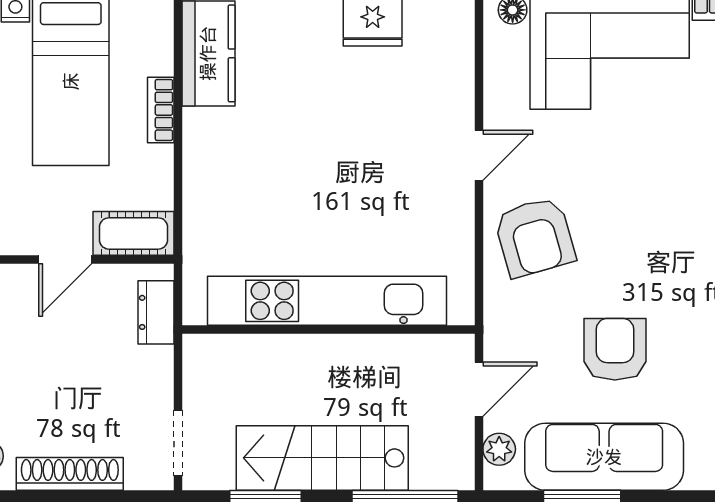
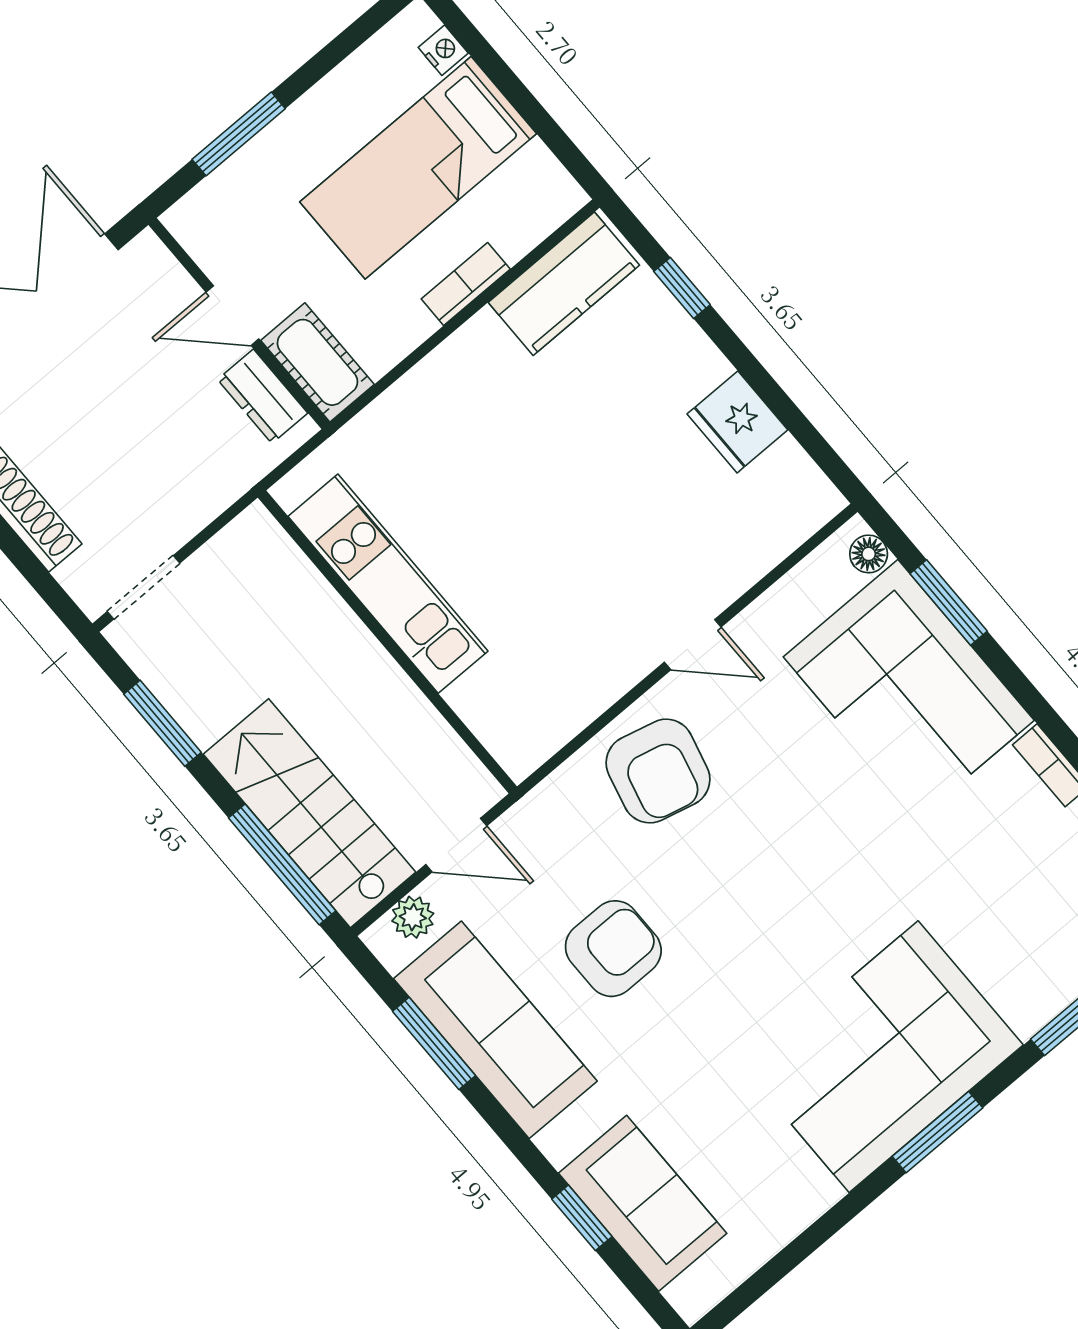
armchair: (535, 237) -> (658, 771), turned -60
kitchen unit: (327, 301) -> (388, 584), width x0.73
dresser: (156, 312) -> (263, 396), moved, turned -90
stairs: (322, 458) -> (309, 813), moved

